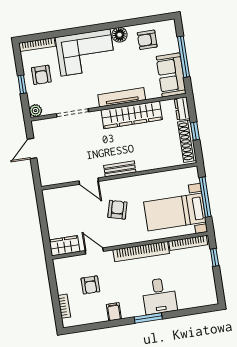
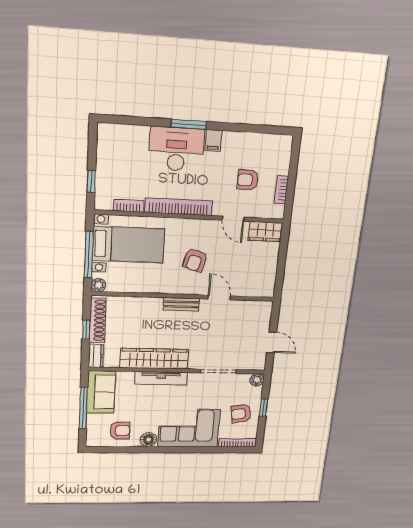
armchair: (41, 75) -> (241, 414), turned -100
door: (32, 149) -> (272, 342), hinge flipped
plant: (192, 173) -> (98, 285), added
bookcase: (188, 243) -> (129, 206), width x0.64
armchair: (90, 285) -> (248, 180), turned -90
desk: (159, 296) -> (176, 149), width x1.37
bookcase: (64, 306) -> (281, 190), moved
filing cabinet: (114, 312) -> (213, 140), moved

